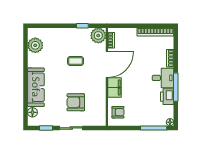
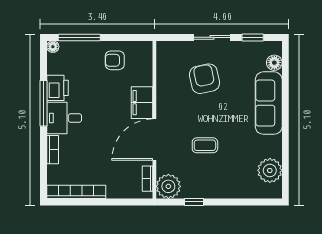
armchair: (76, 102) -> (204, 79), turned -102
armchair: (118, 112) -> (115, 60), moved

